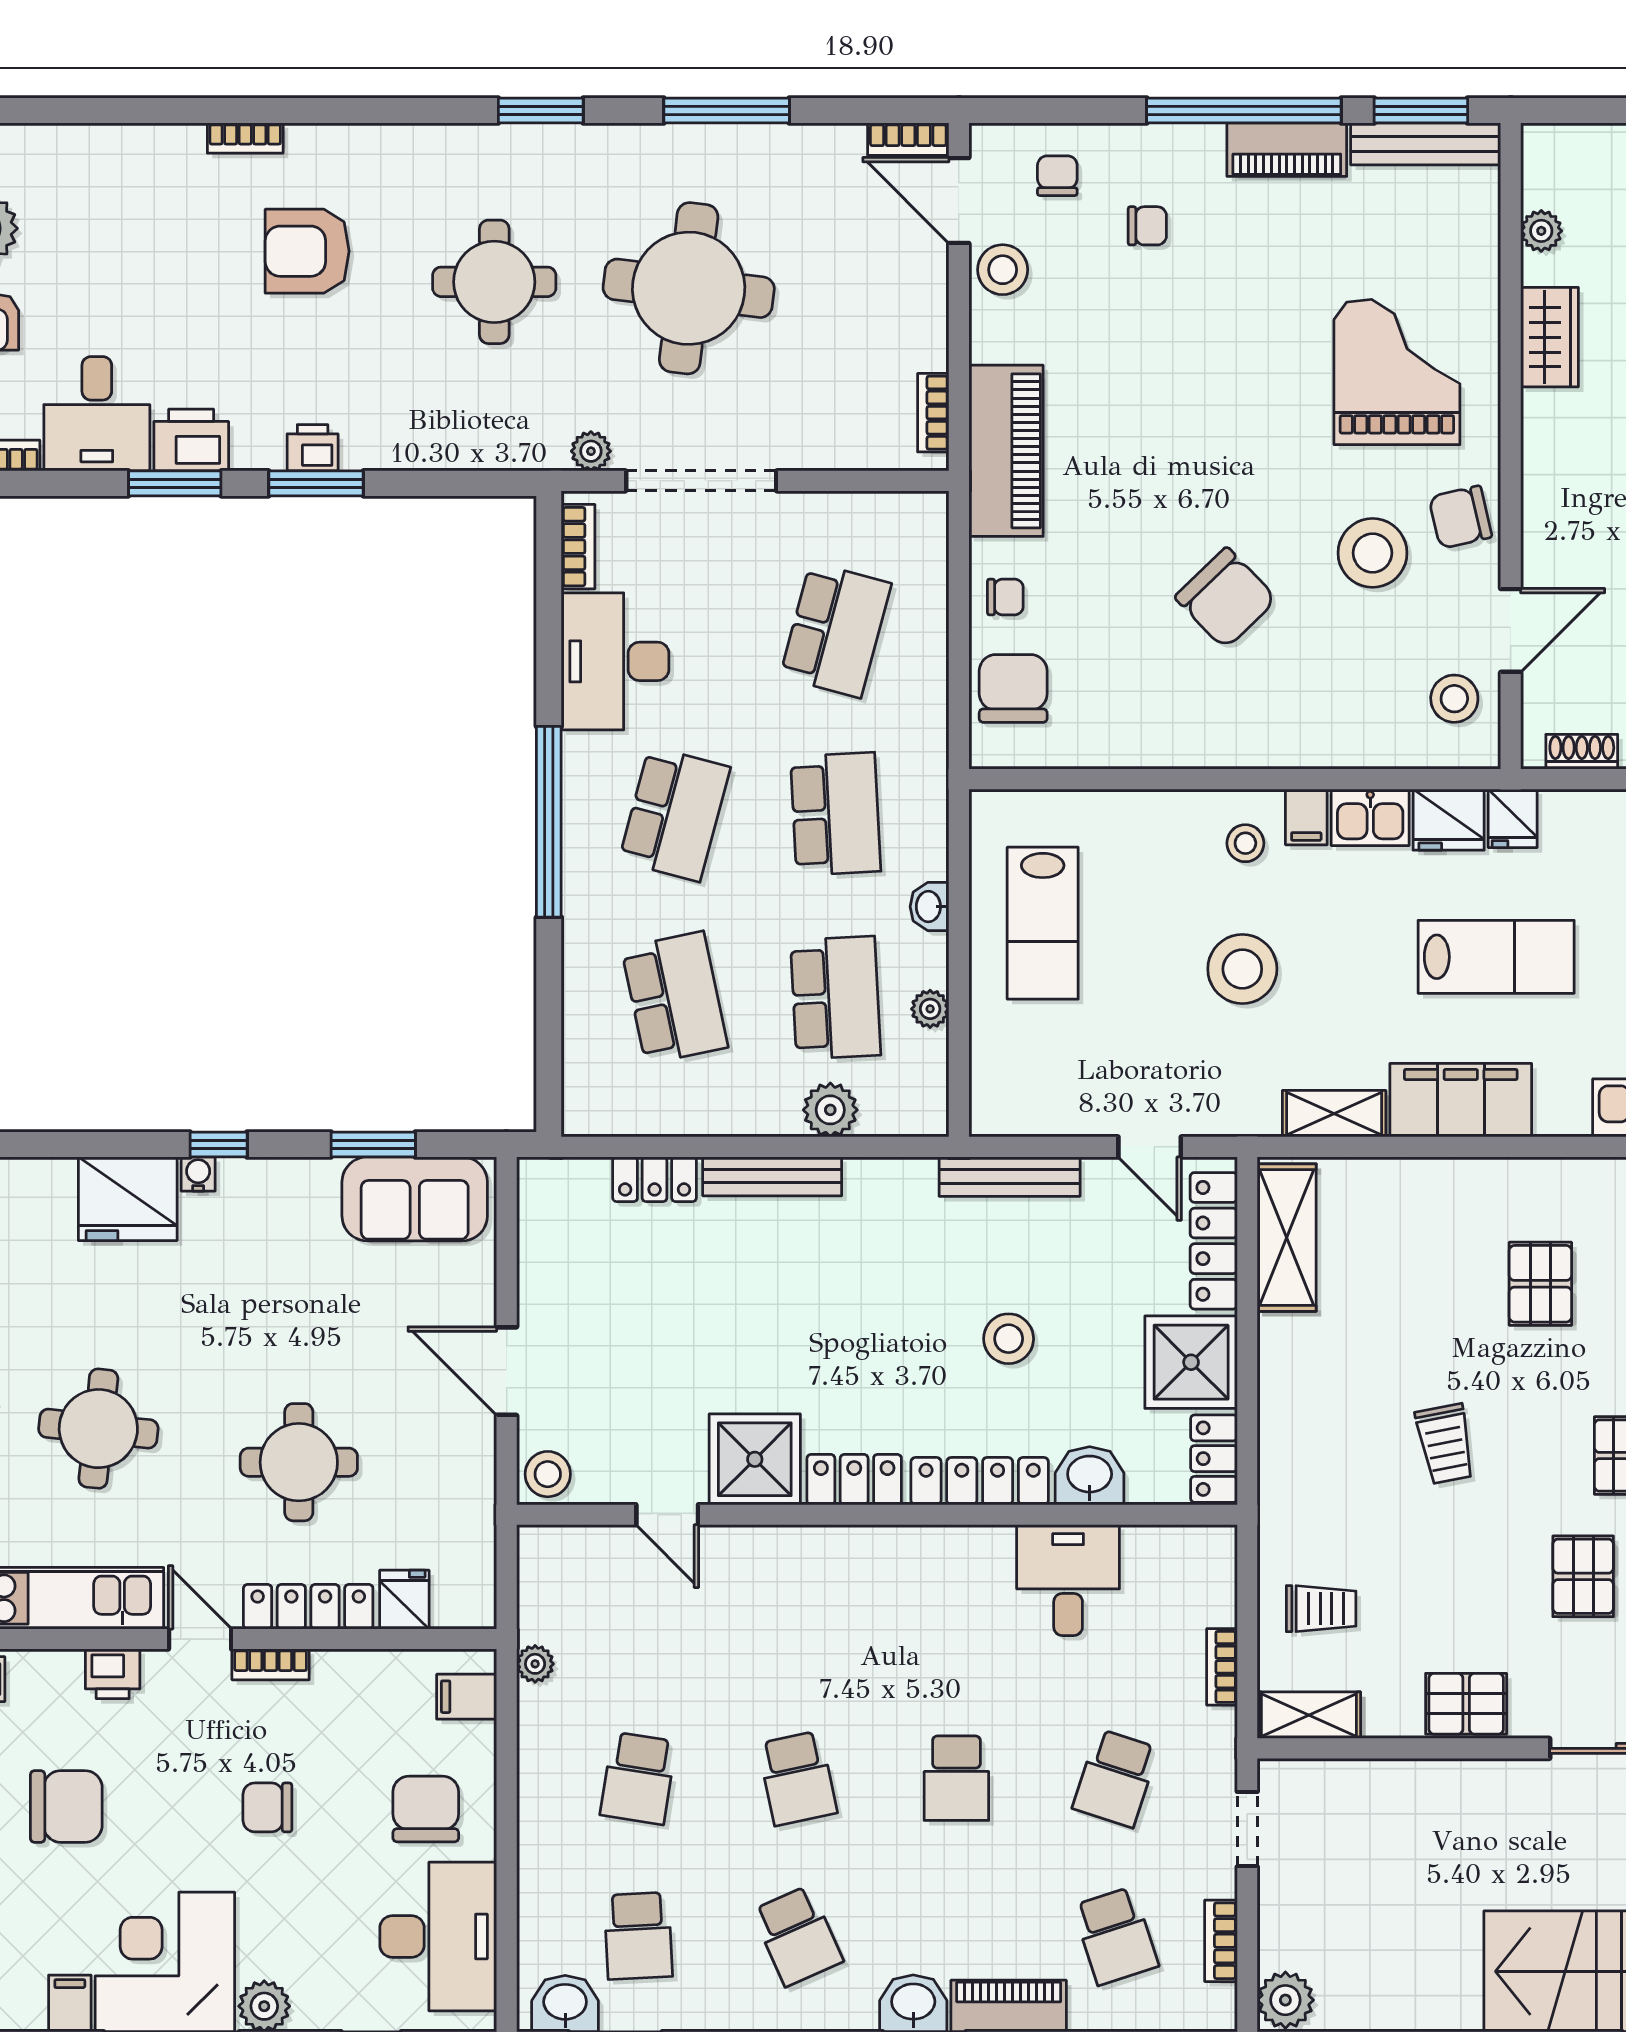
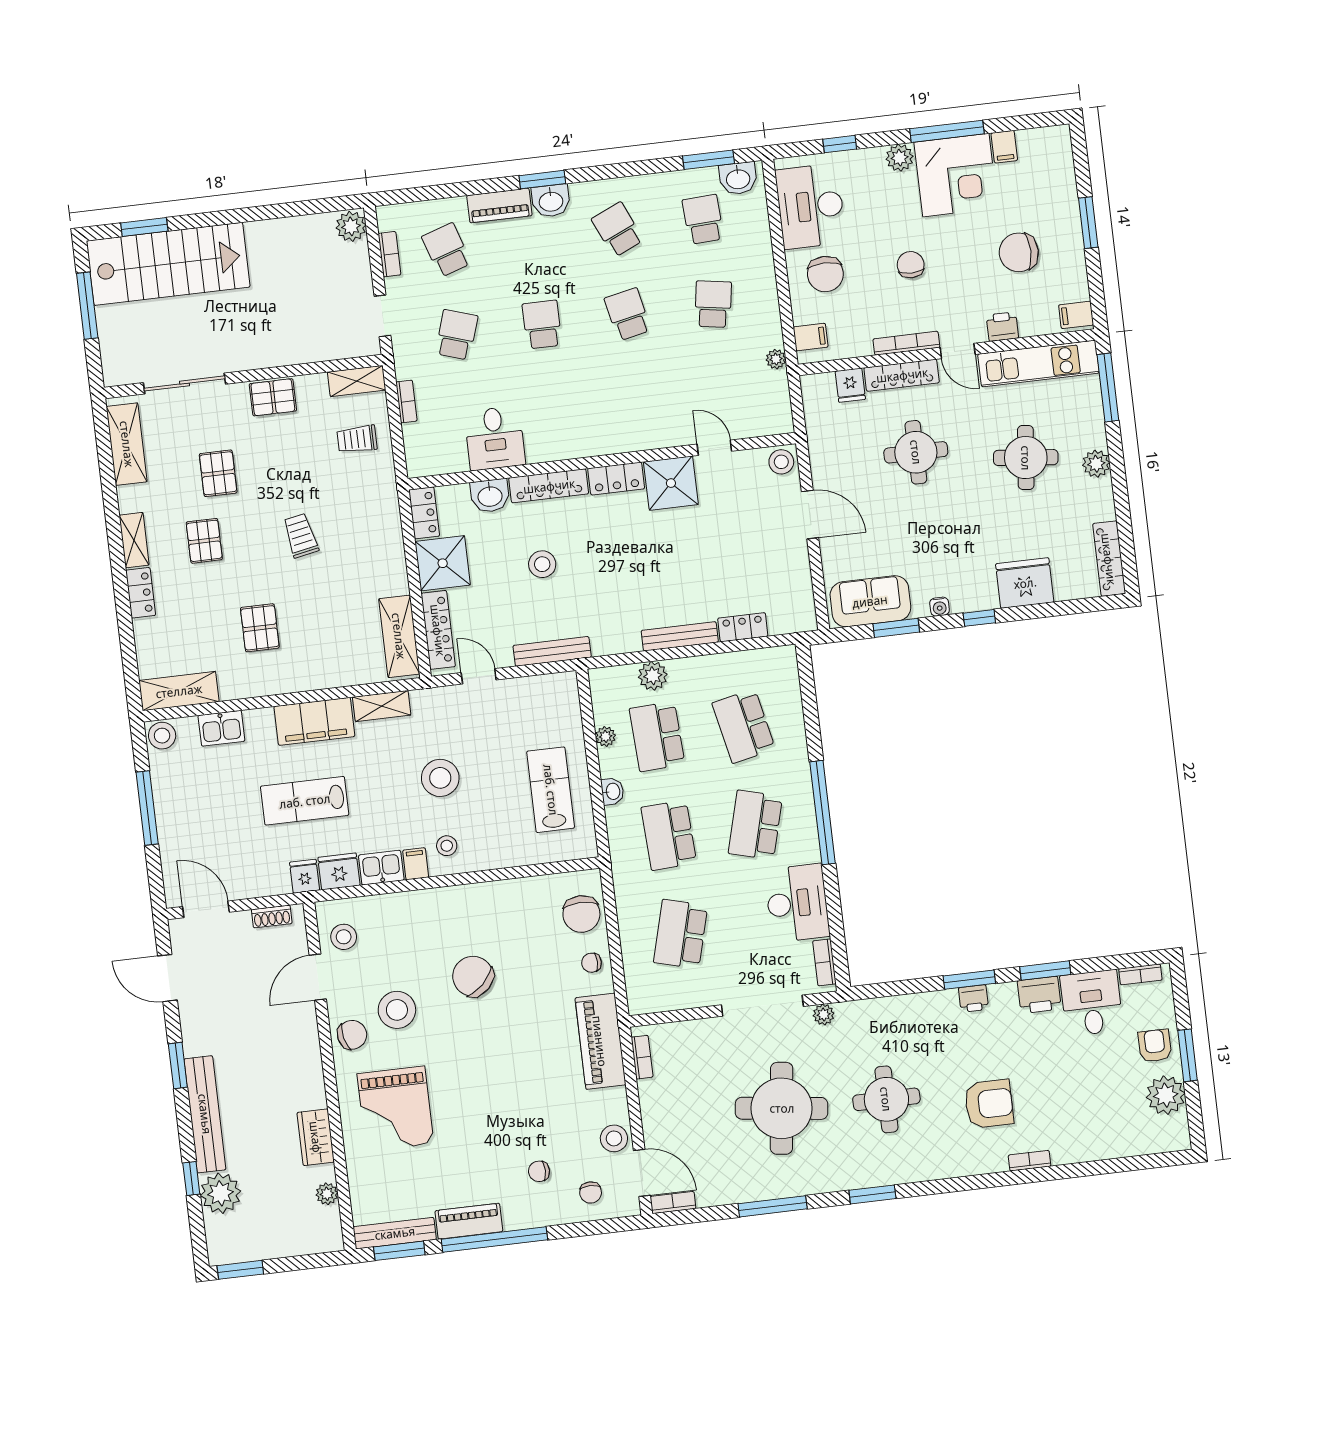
water cooler: (198, 1174) -> (940, 607), moved
bookcase: (271, 1664) -> (906, 343), width x1.56
chair: (267, 1807) -> (911, 265), turned -90

